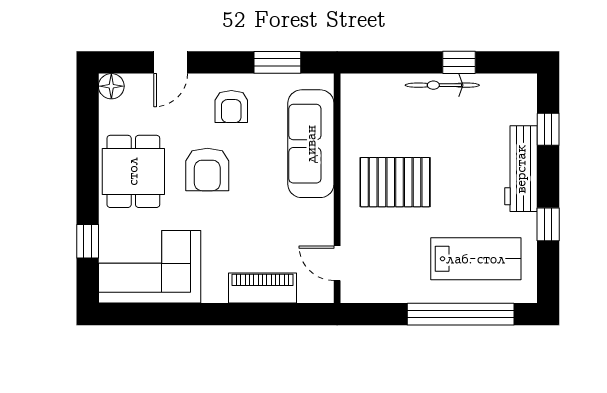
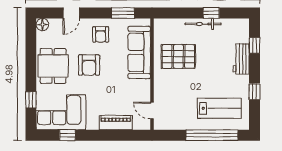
workbench: (521, 169) -> (241, 59), width x0.73
pallet: (395, 182) -> (178, 56), moved
window: (163, 314) -> (67, 135), added

